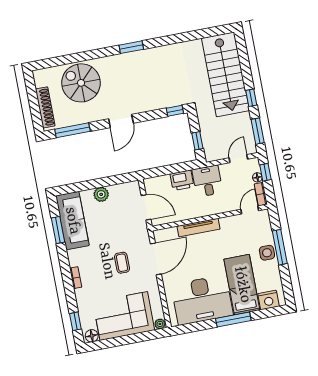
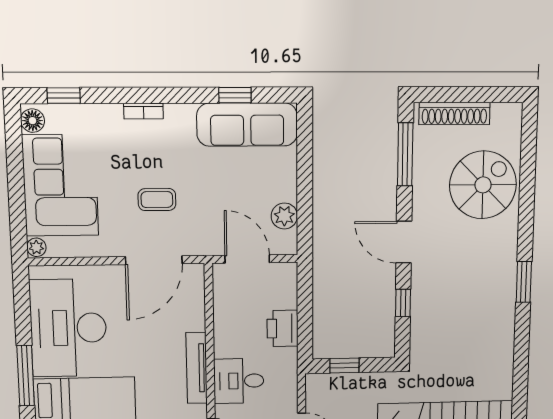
window: (175, 111) -> (403, 303), moved
desk: (207, 181) -> (239, 381), moved, turned 180
plant: (101, 194) -> (284, 216), moved
door: (146, 207) -> (247, 259), swing flipped
tv unit: (199, 228) -> (197, 368), moved
window: (58, 230) -> (235, 95), width x0.67
door: (156, 259) -> (154, 260), hinge flipped

